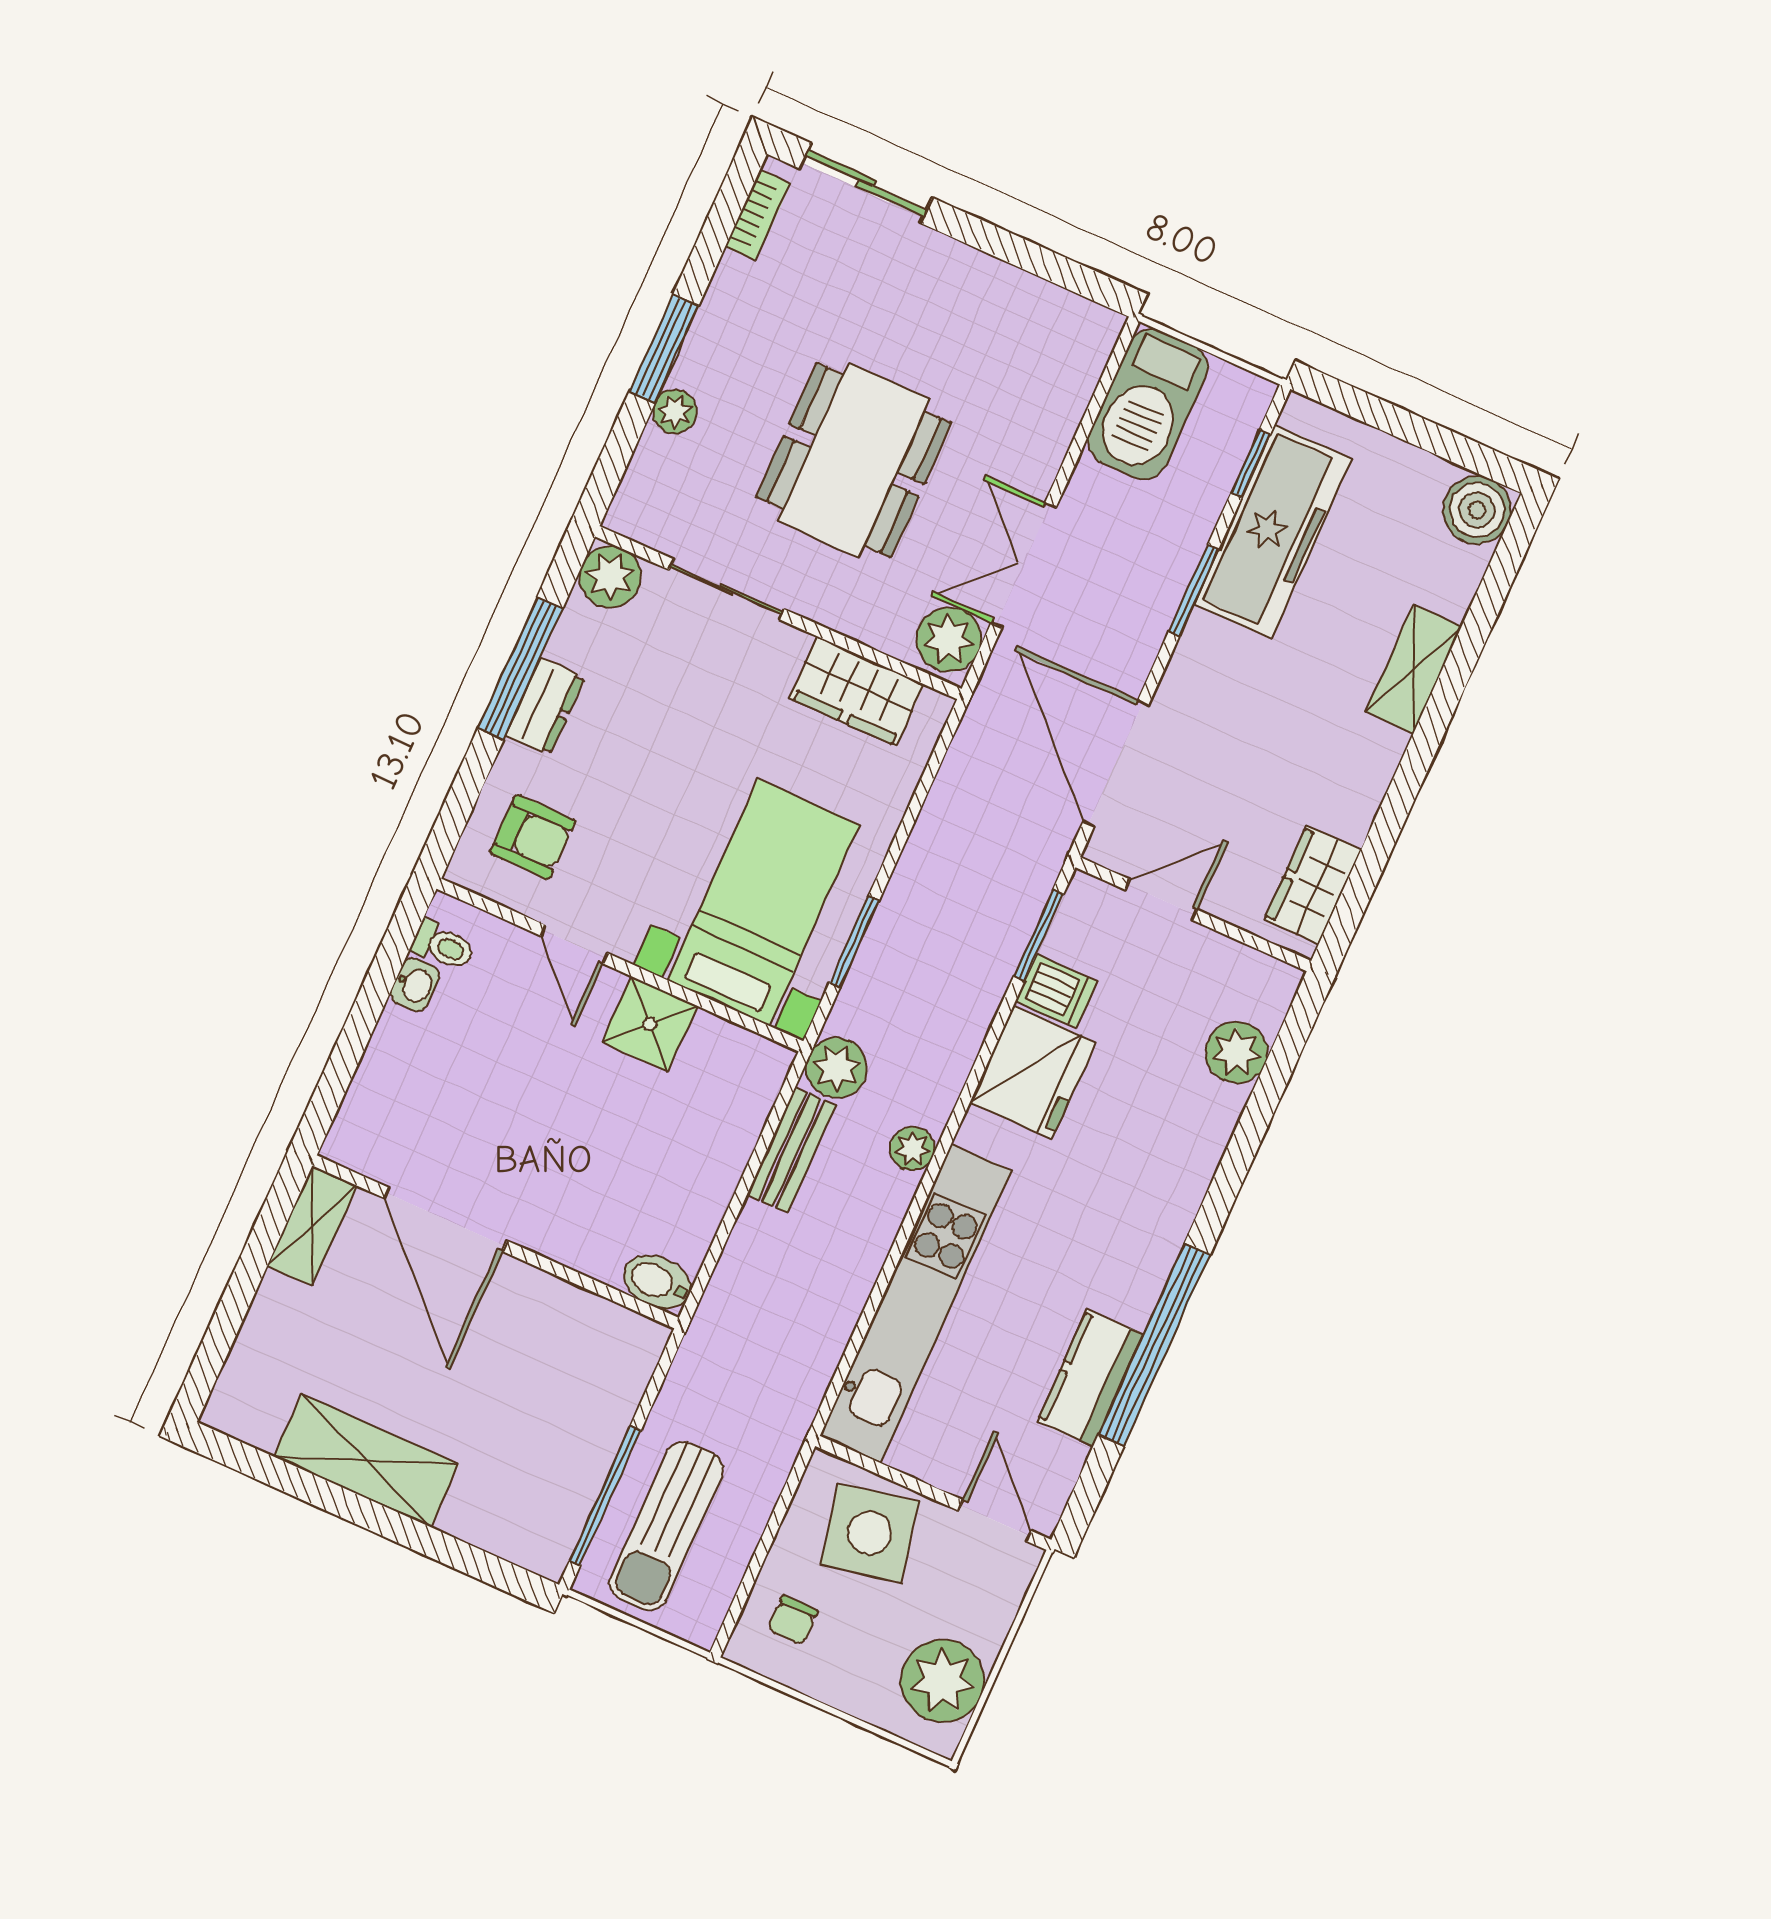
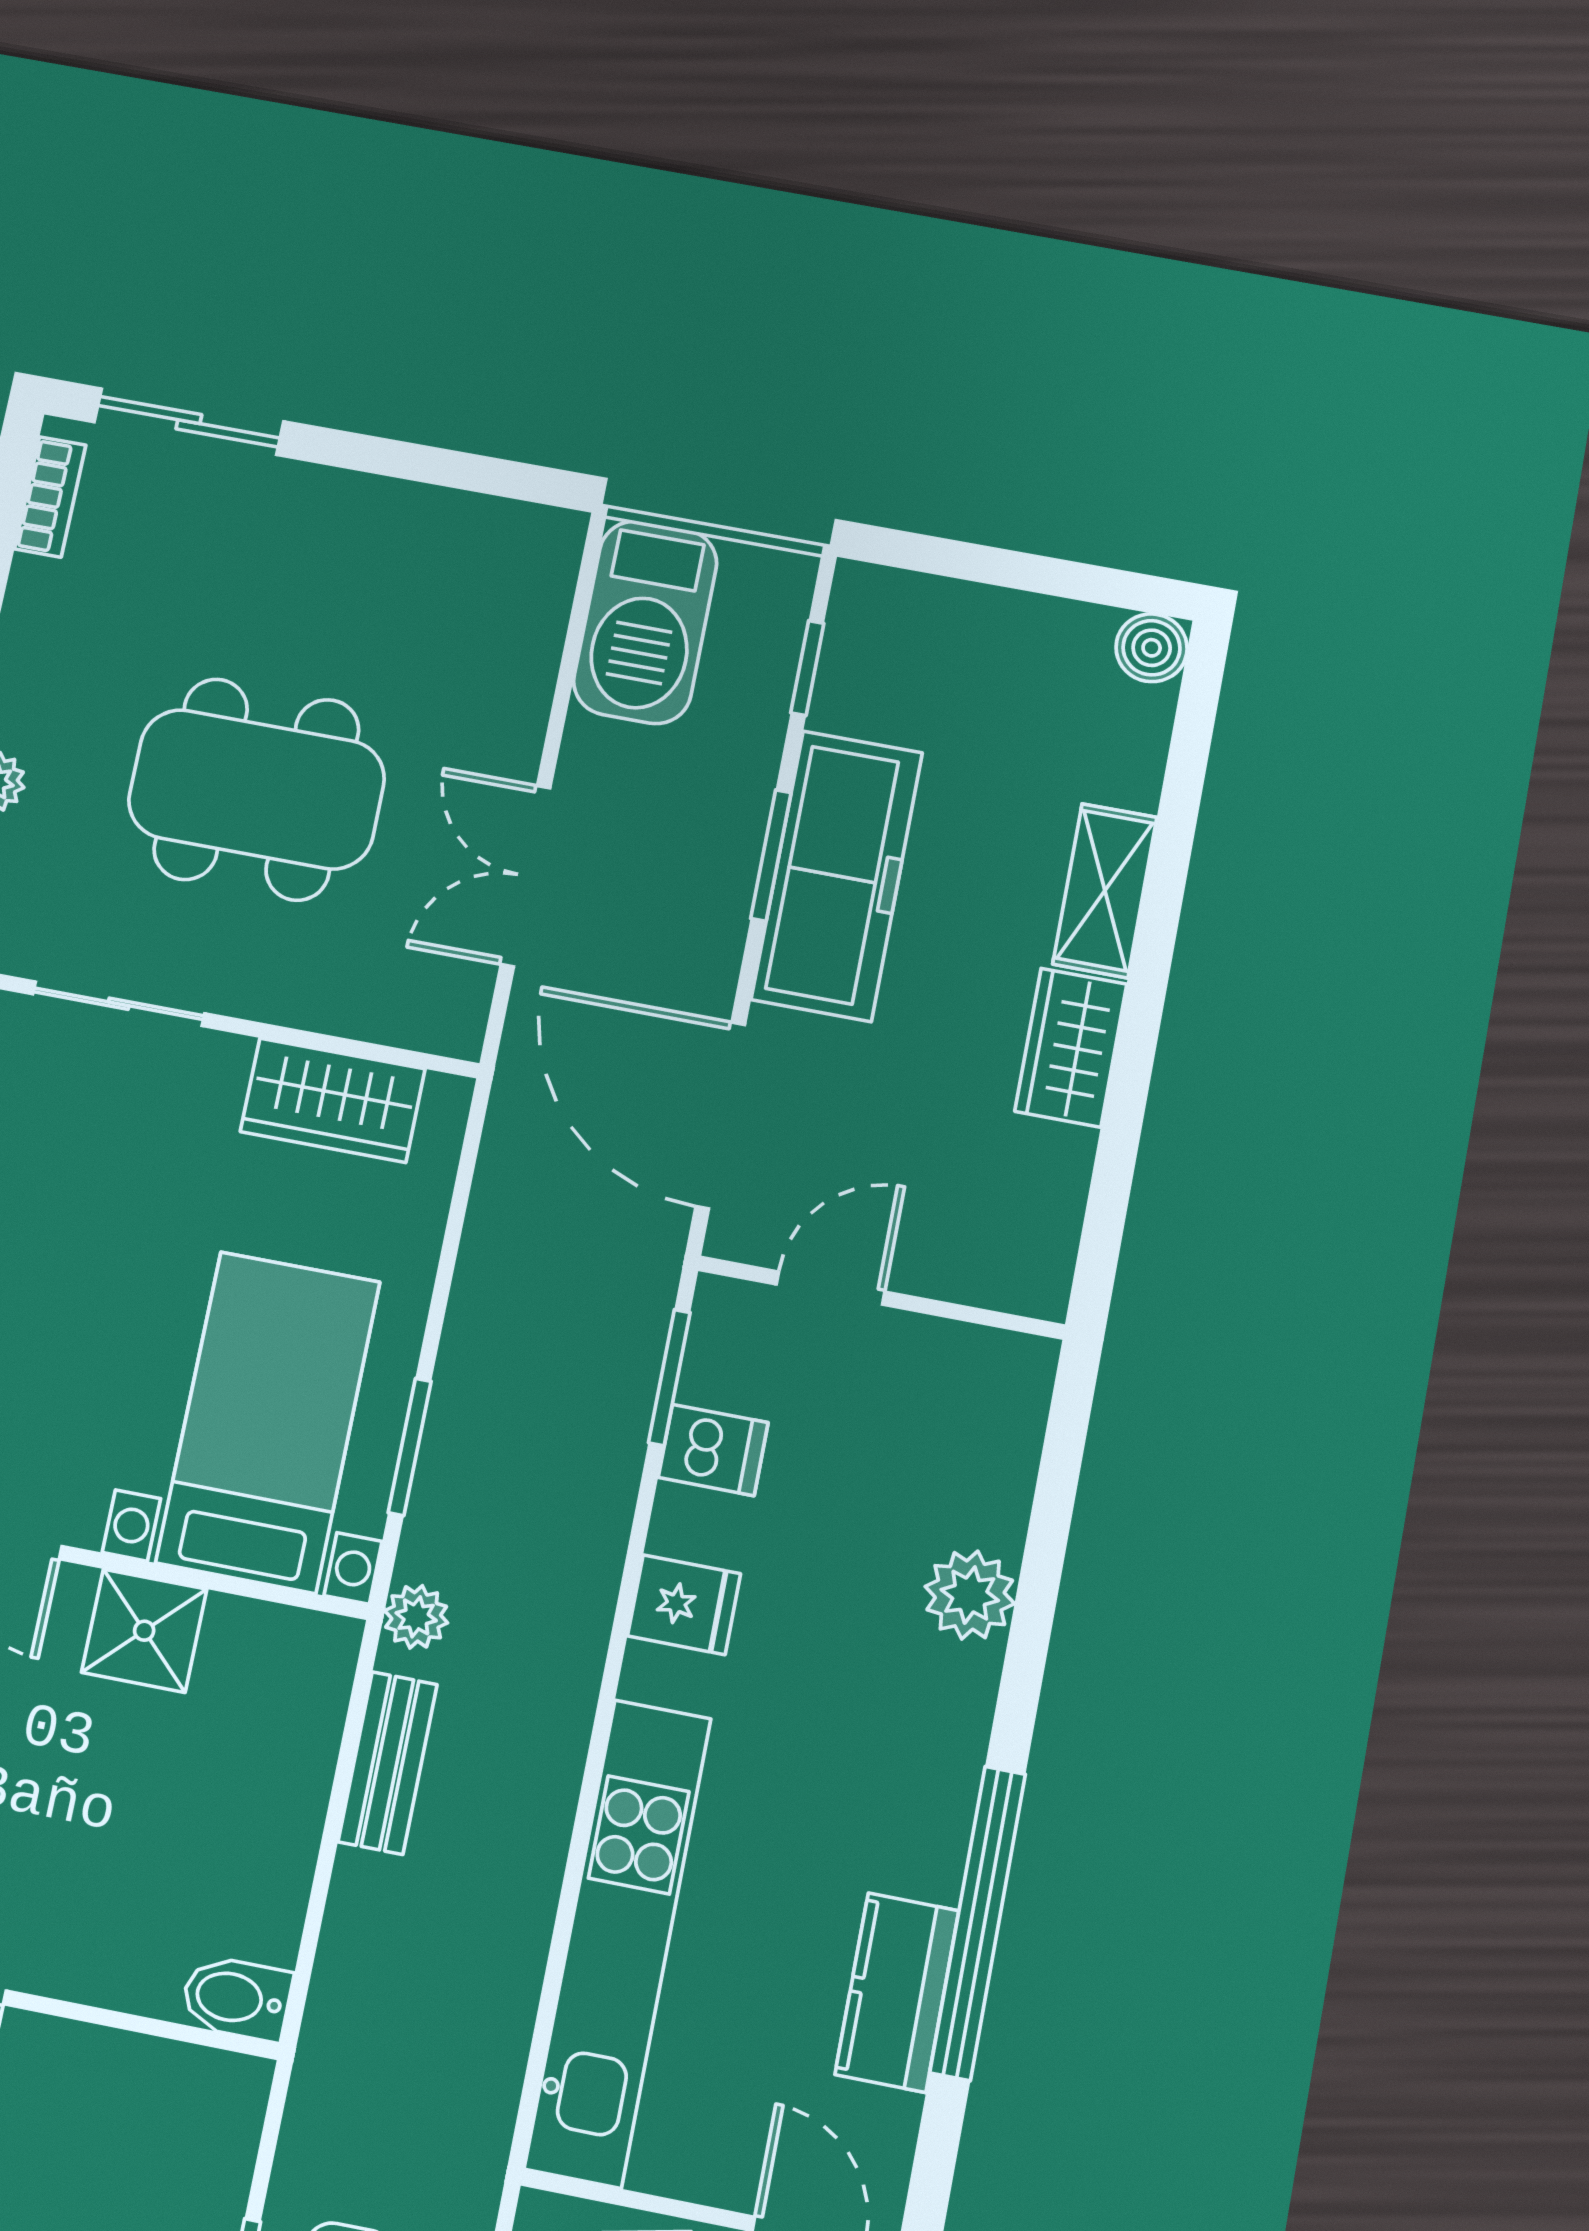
dining table: (854, 460) -> (257, 789), turned 90
boiler: (1477, 510) -> (1152, 648), width x0.73, depth x0.73
freezer: (1273, 532) -> (837, 876), moved
plant: (949, 640) -> (445, 1000), removed
wardrobe: (1313, 885) -> (1071, 1048), moved
plant: (1237, 1052) -> (970, 1595), moved
plant: (837, 1068) -> (416, 1617), width x0.73, depth x0.73
fridge: (1033, 1072) -> (684, 1605), width x0.53, depth x0.75
plant: (913, 1149) -> (561, 1721), removed

